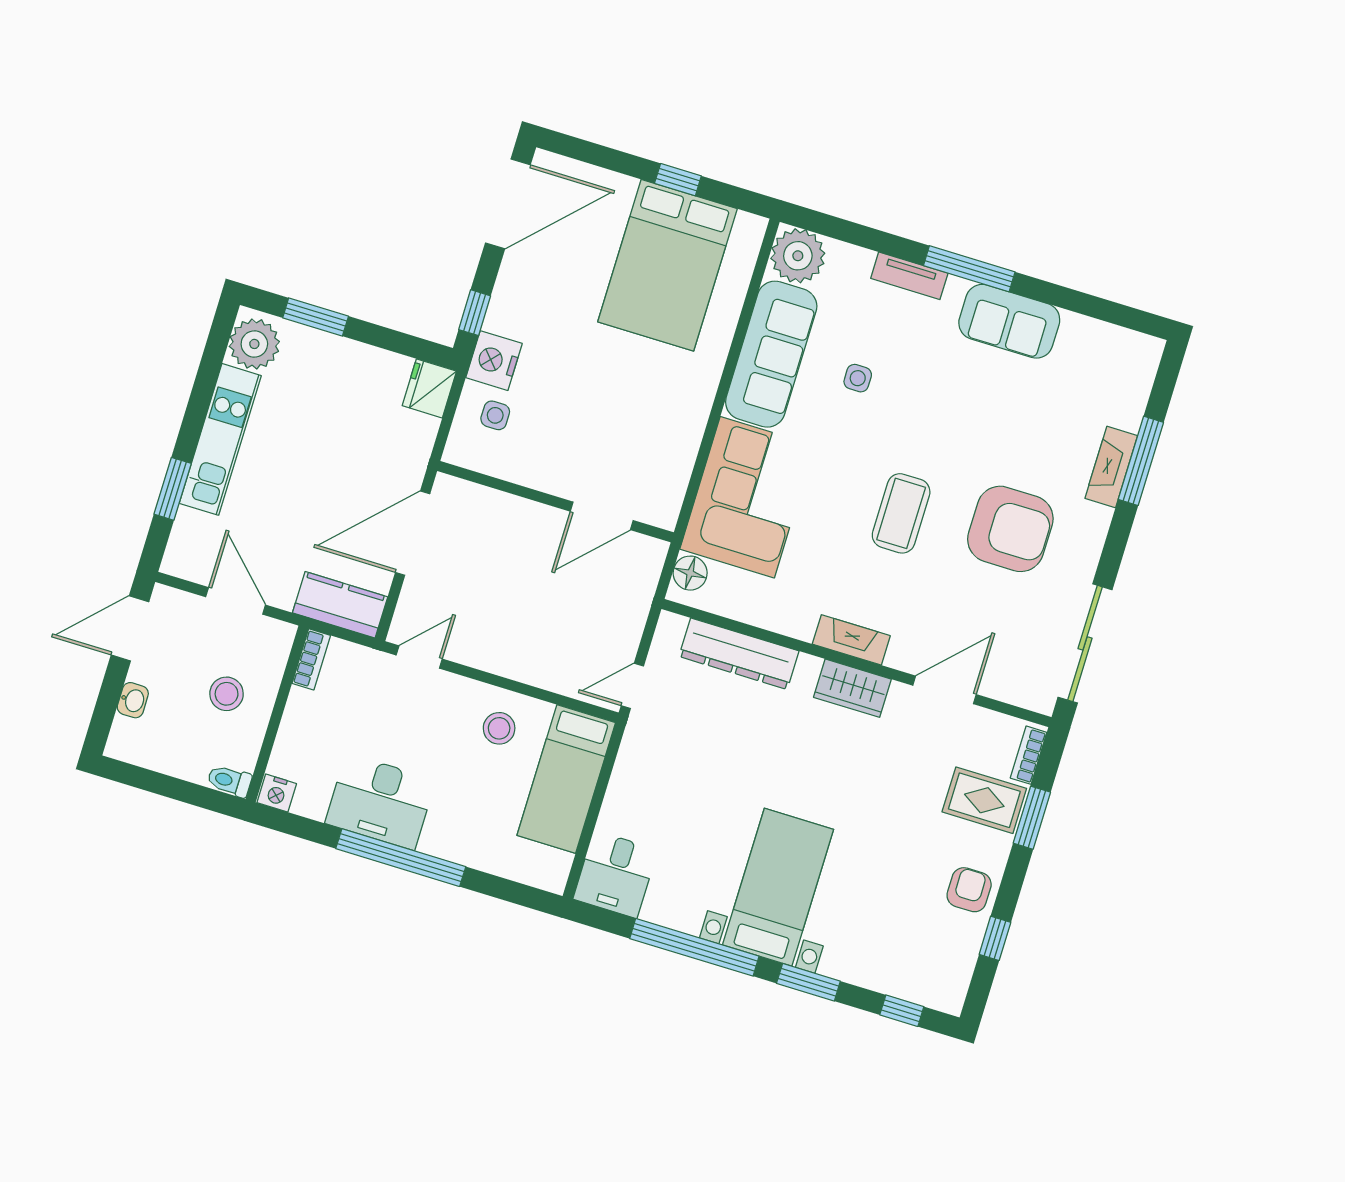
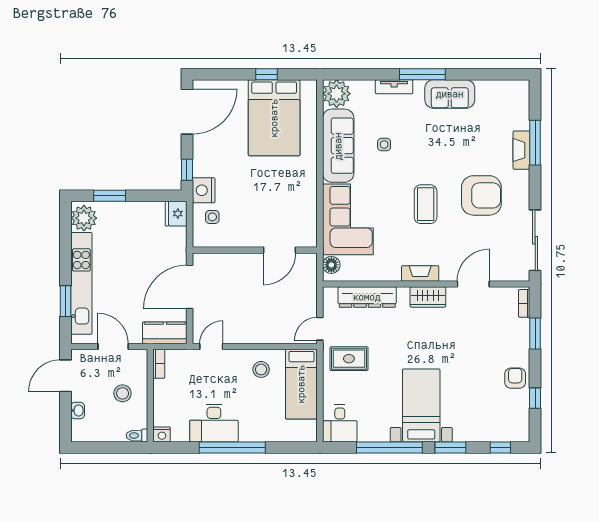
kitchen unit: (220, 439) -> (81, 283), width x1.36
rug: (984, 800) -> (349, 359), moved

